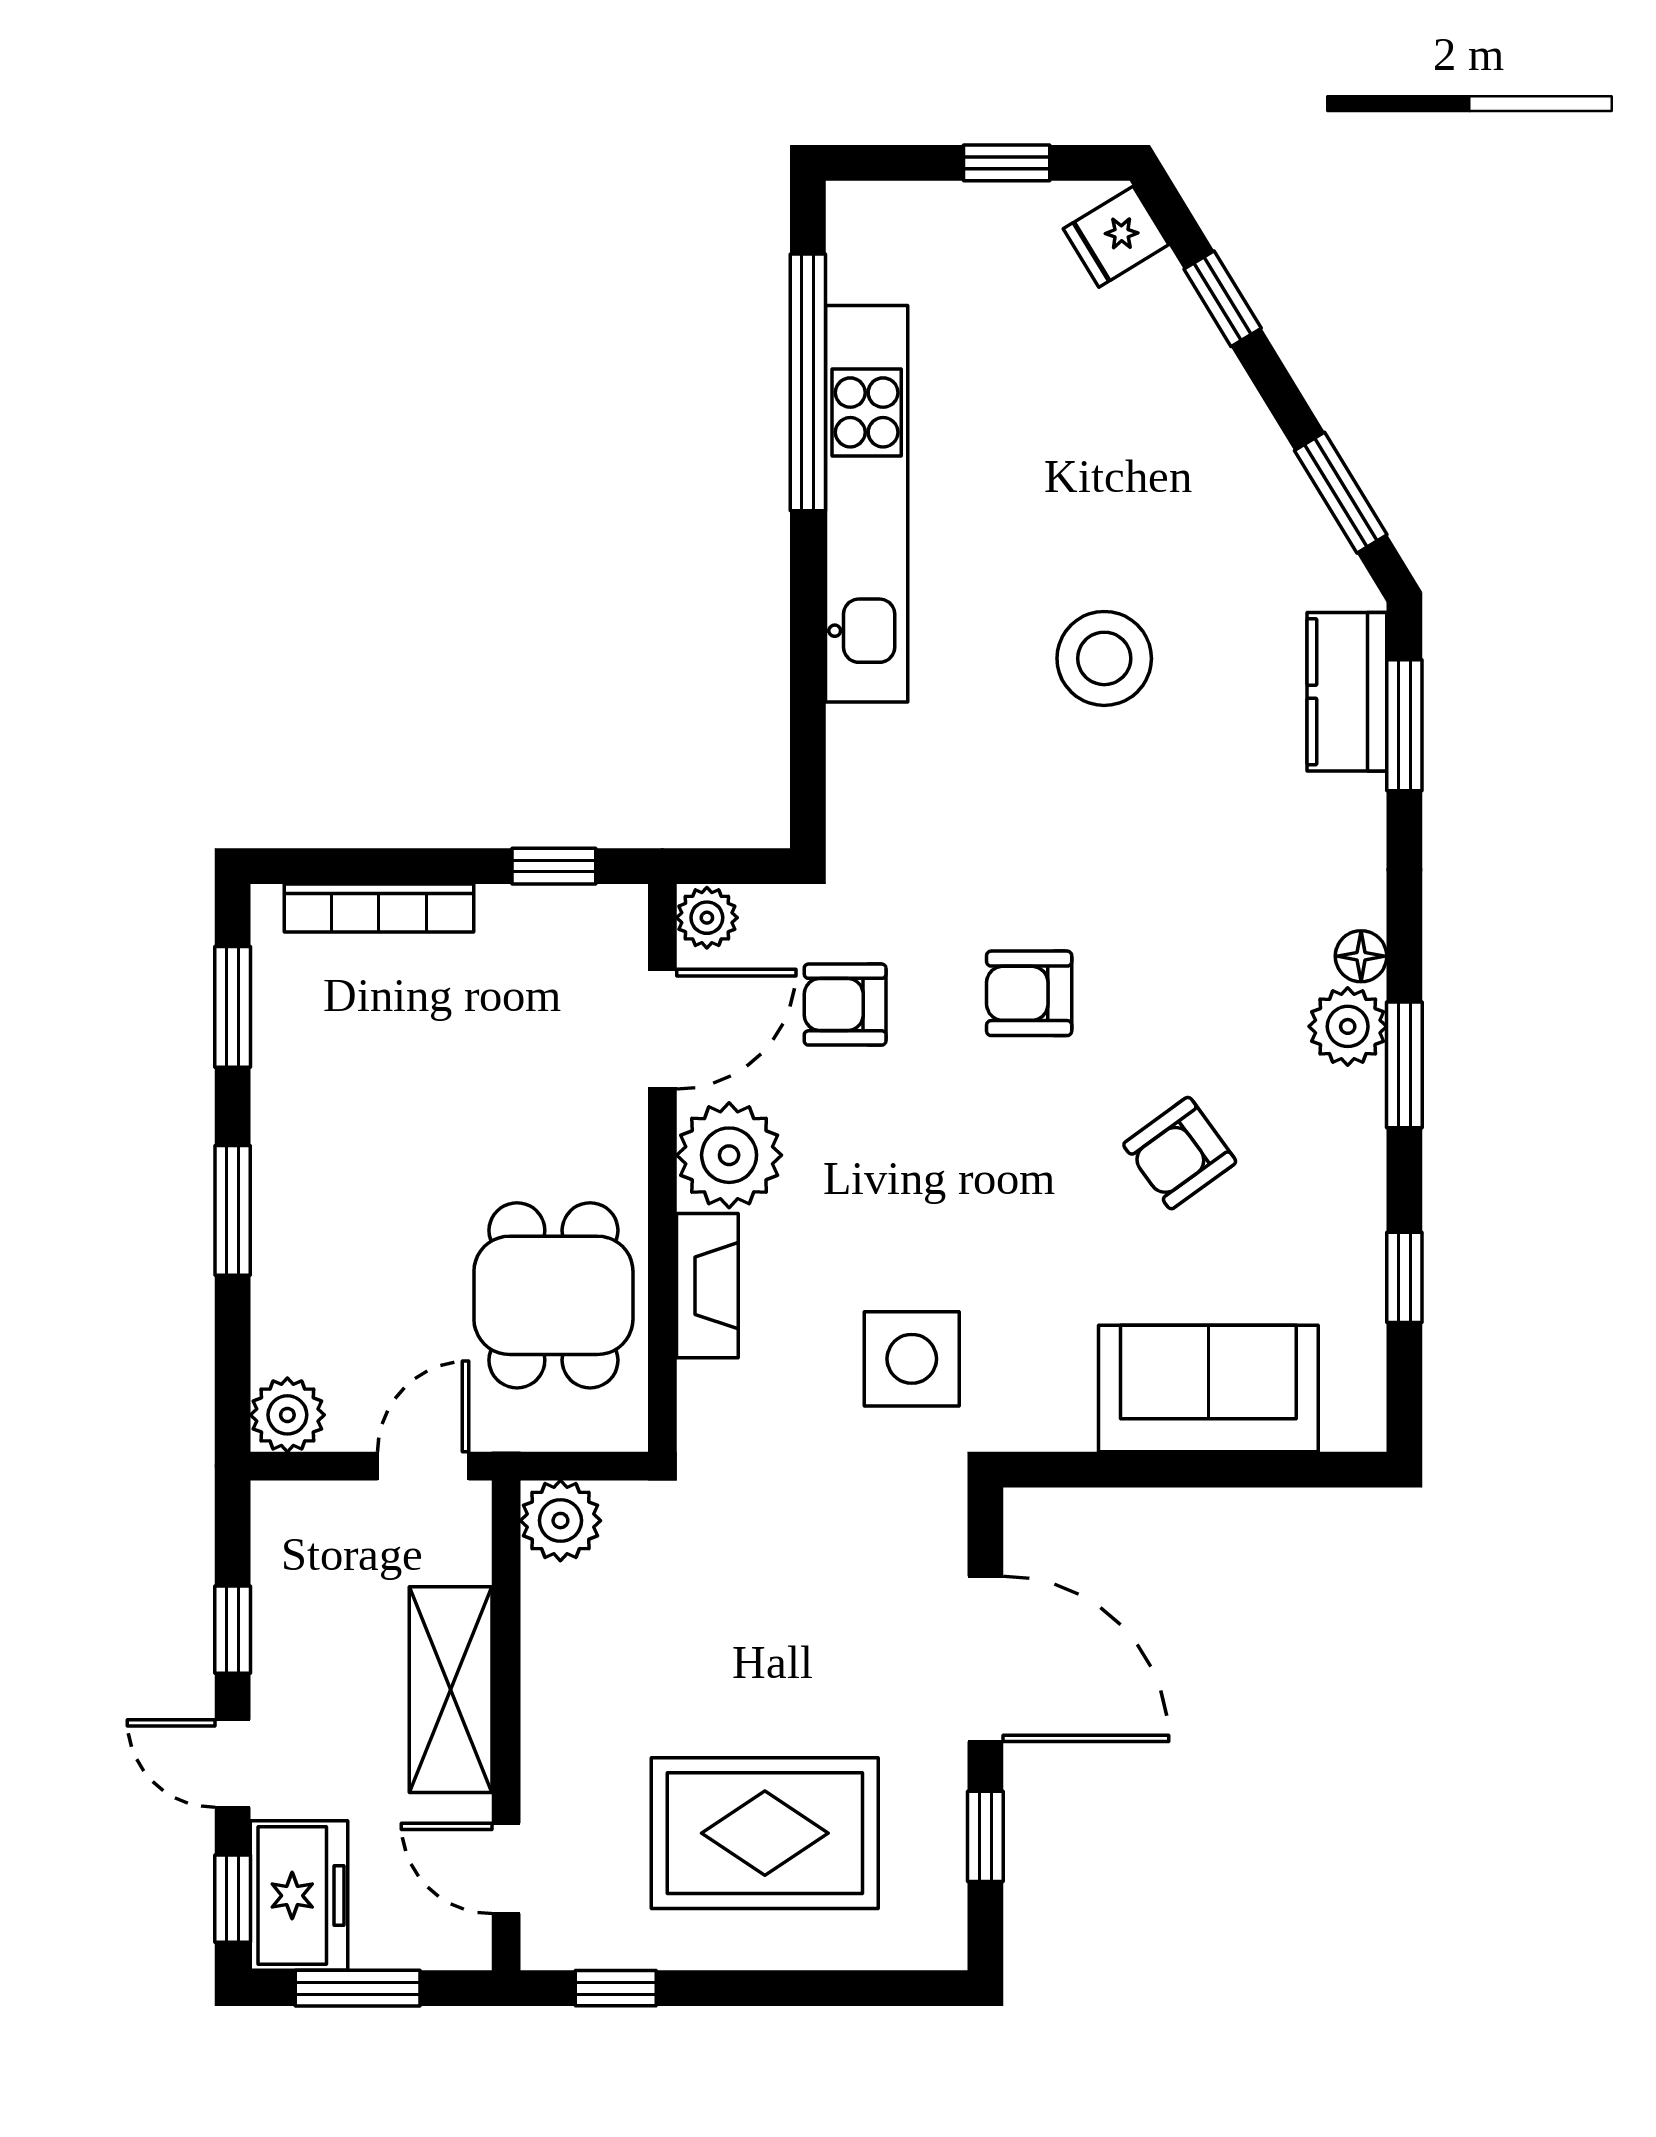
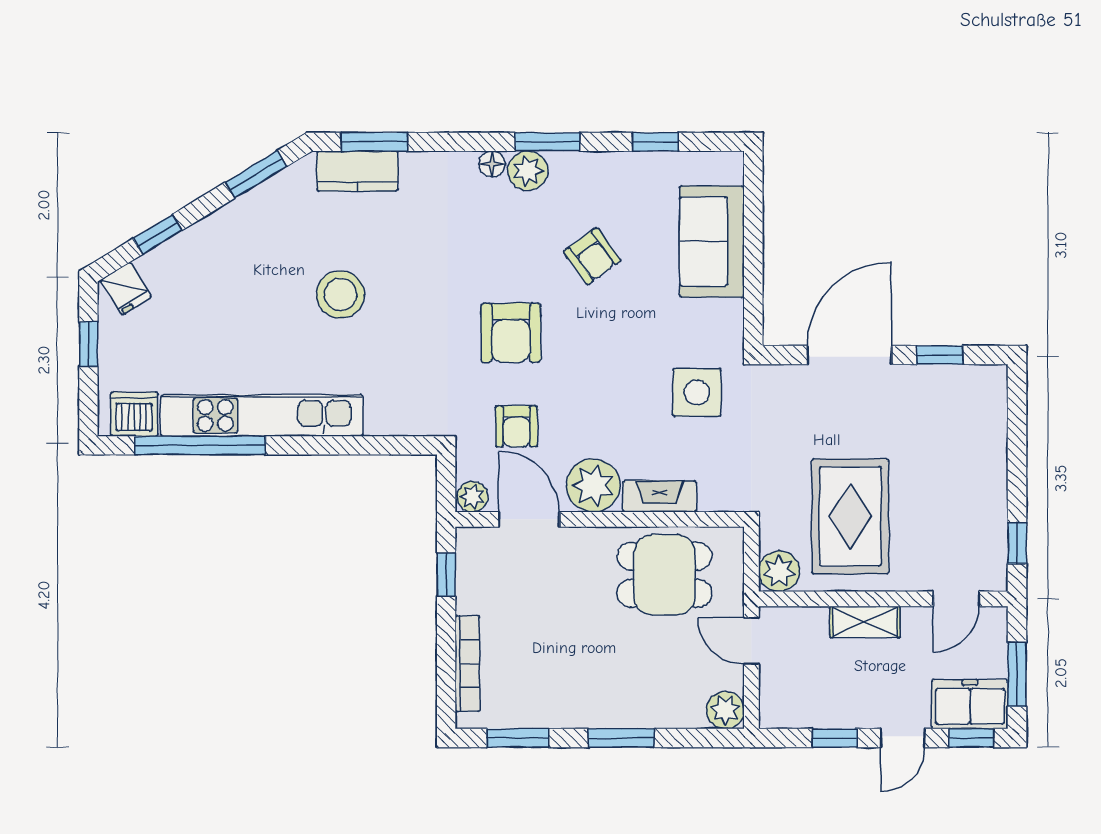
dishwasher: (869, 253) -> (134, 414), added
armchair: (1029, 993) -> (511, 333), width x1.38, depth x1.38
shelving: (451, 1690) -> (865, 622), width x0.67, depth x0.75
rug: (765, 1833) -> (850, 516), moved

